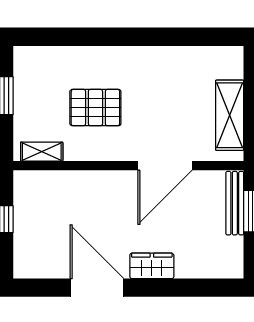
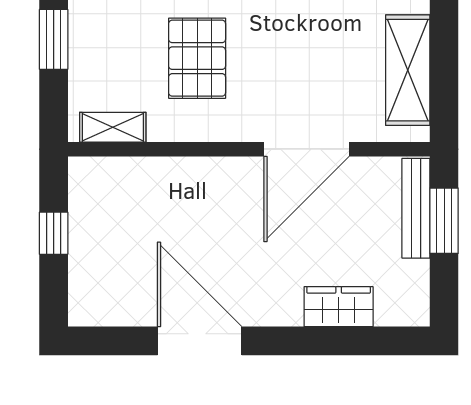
pallet: (95, 108) -> (197, 58), turned 90
wardrobe: (152, 266) -> (339, 307), moved

